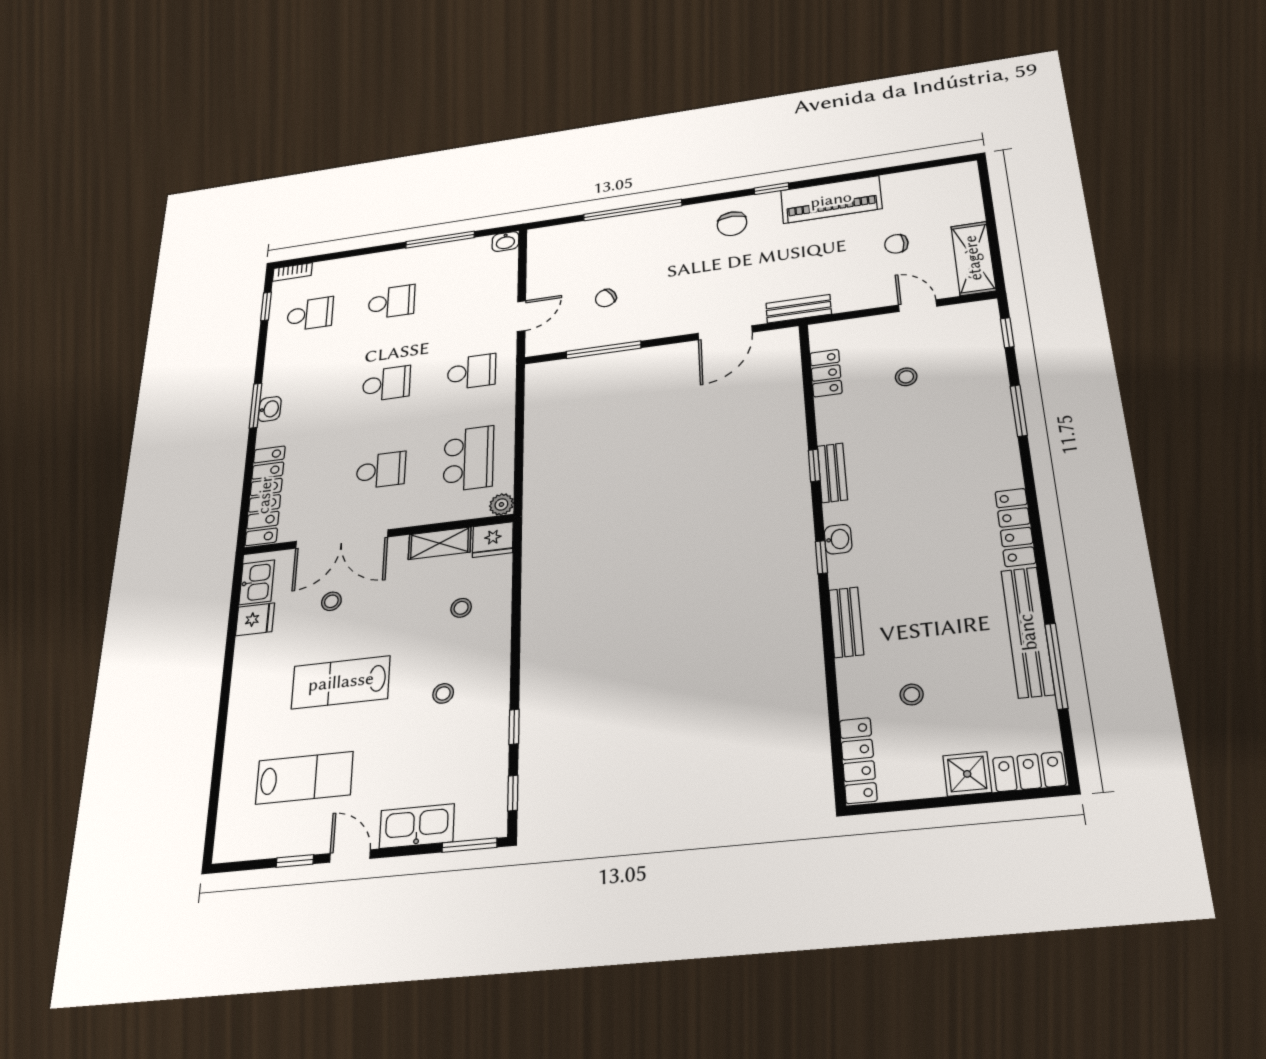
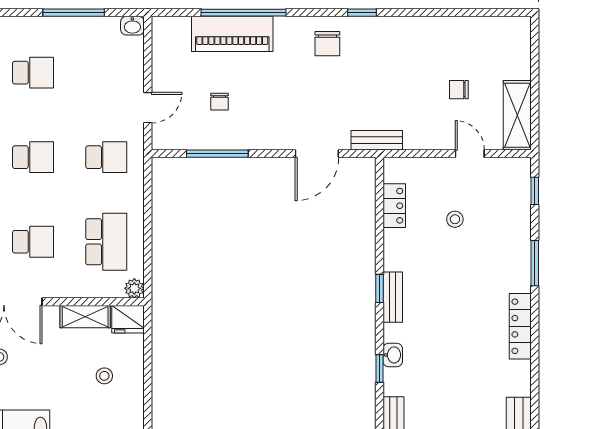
piano: (831, 200) -> (232, 34), moved
chair: (606, 298) -> (219, 102), turned -59
locker: (1015, 527) -> (520, 326), moved

